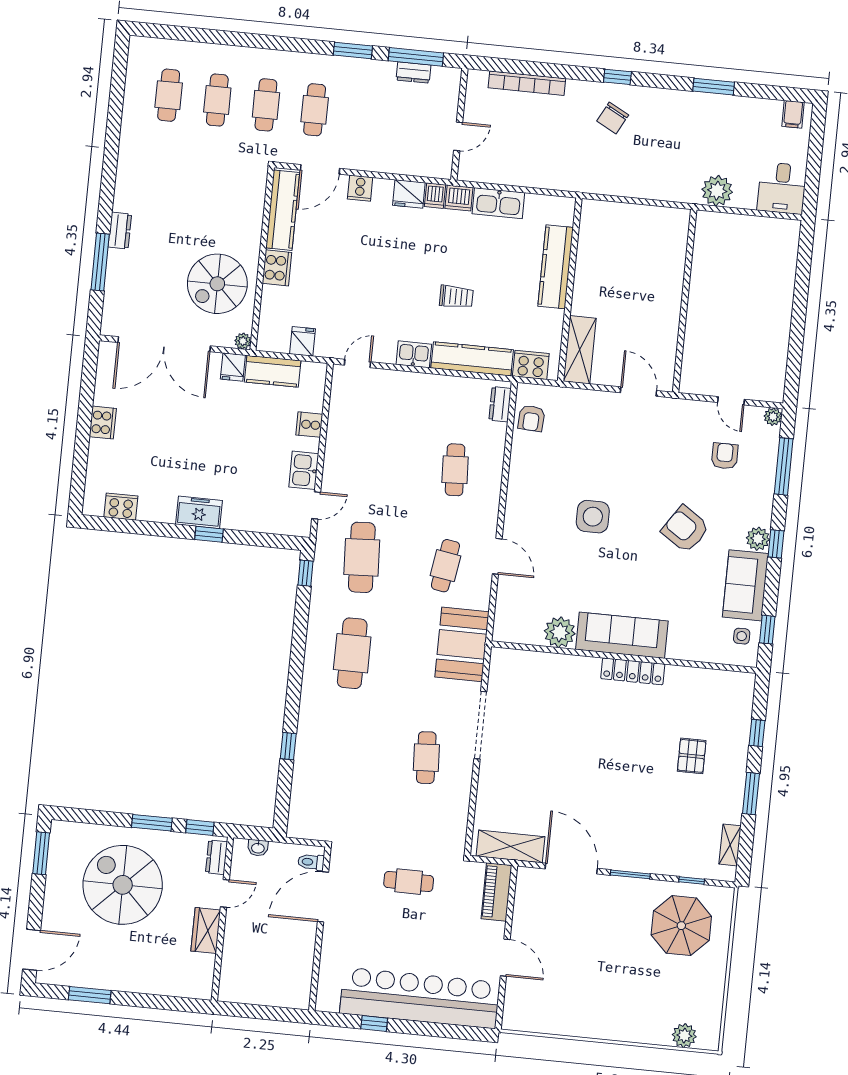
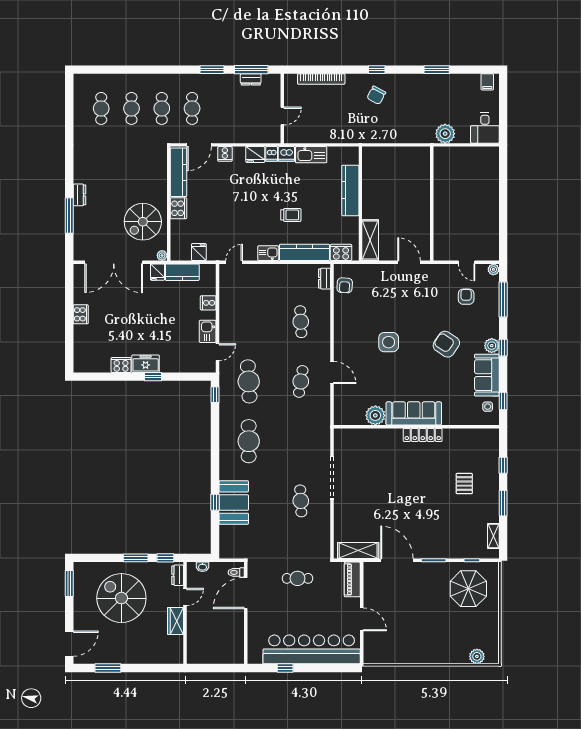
cooker: (121, 507) -> (121, 365), moved
booth: (462, 644) -> (234, 503), moved

